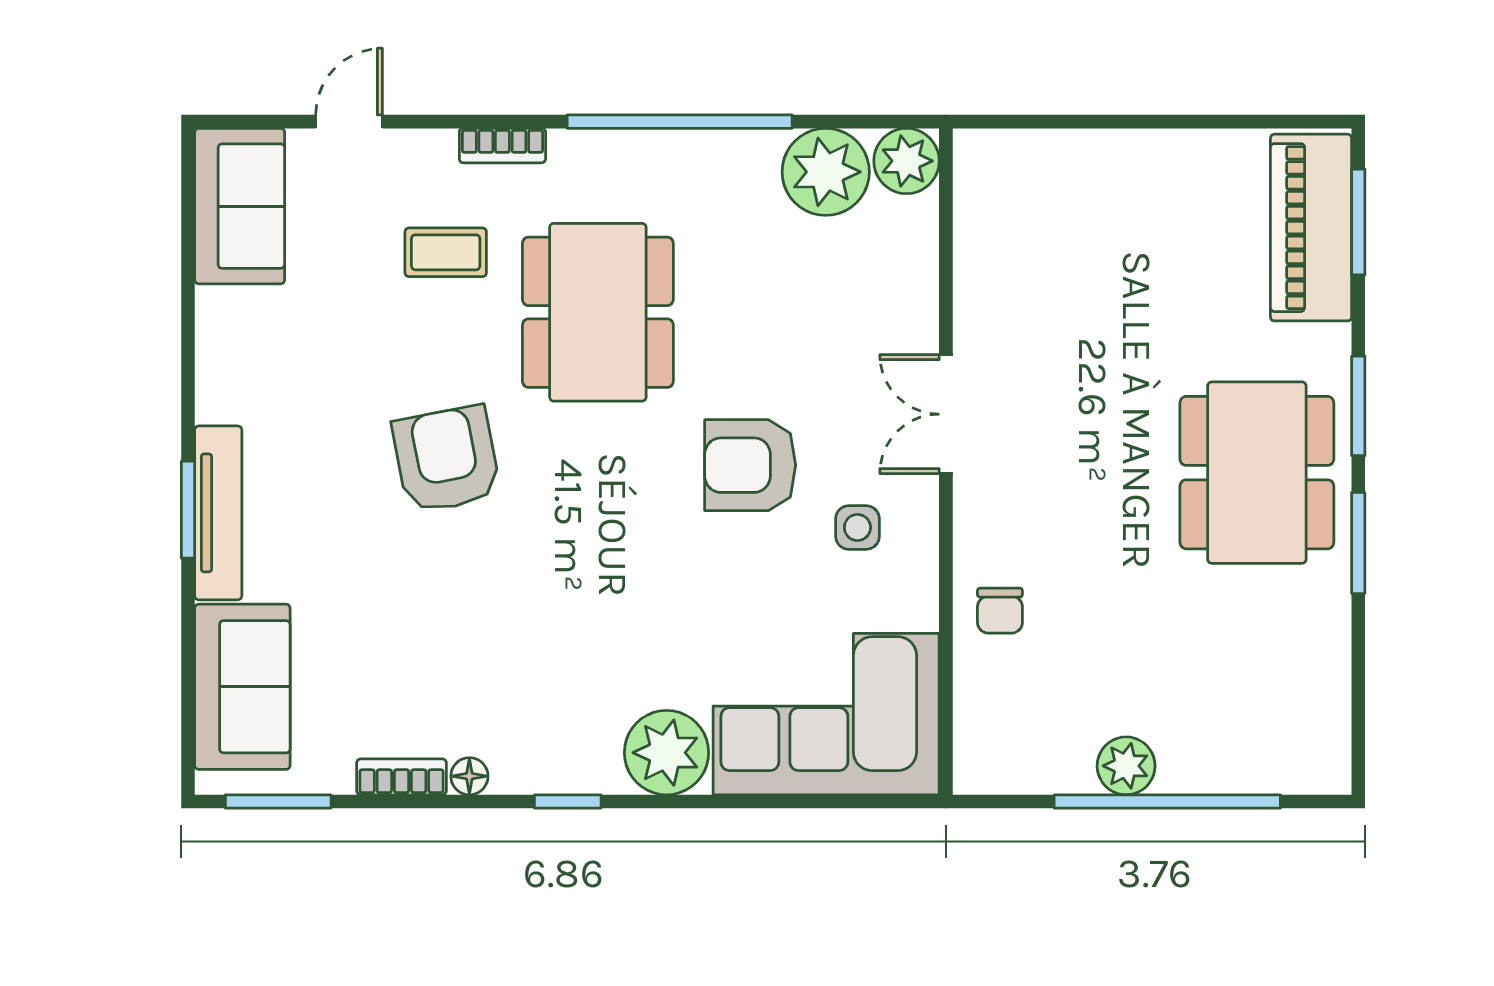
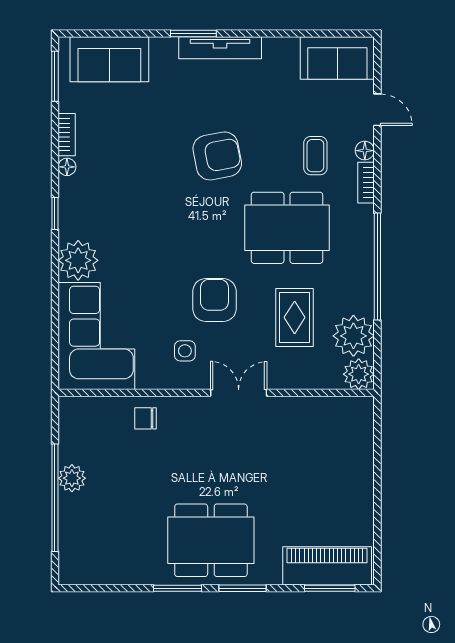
floor lamp: (435, 148) -> (365, 151), added
rug: (787, 296) -> (295, 317), added
tv unit: (218, 513) -> (220, 48), moved

